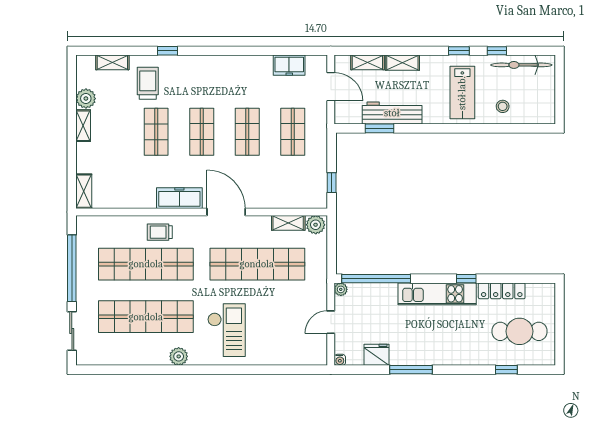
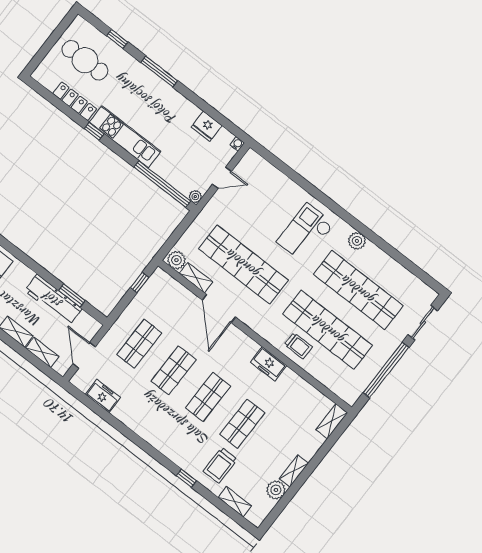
freezer: (179, 198) -> (269, 364), width x0.71
door: (226, 212) -> (219, 309), moved
window: (411, 370) -> (159, 71), moved

